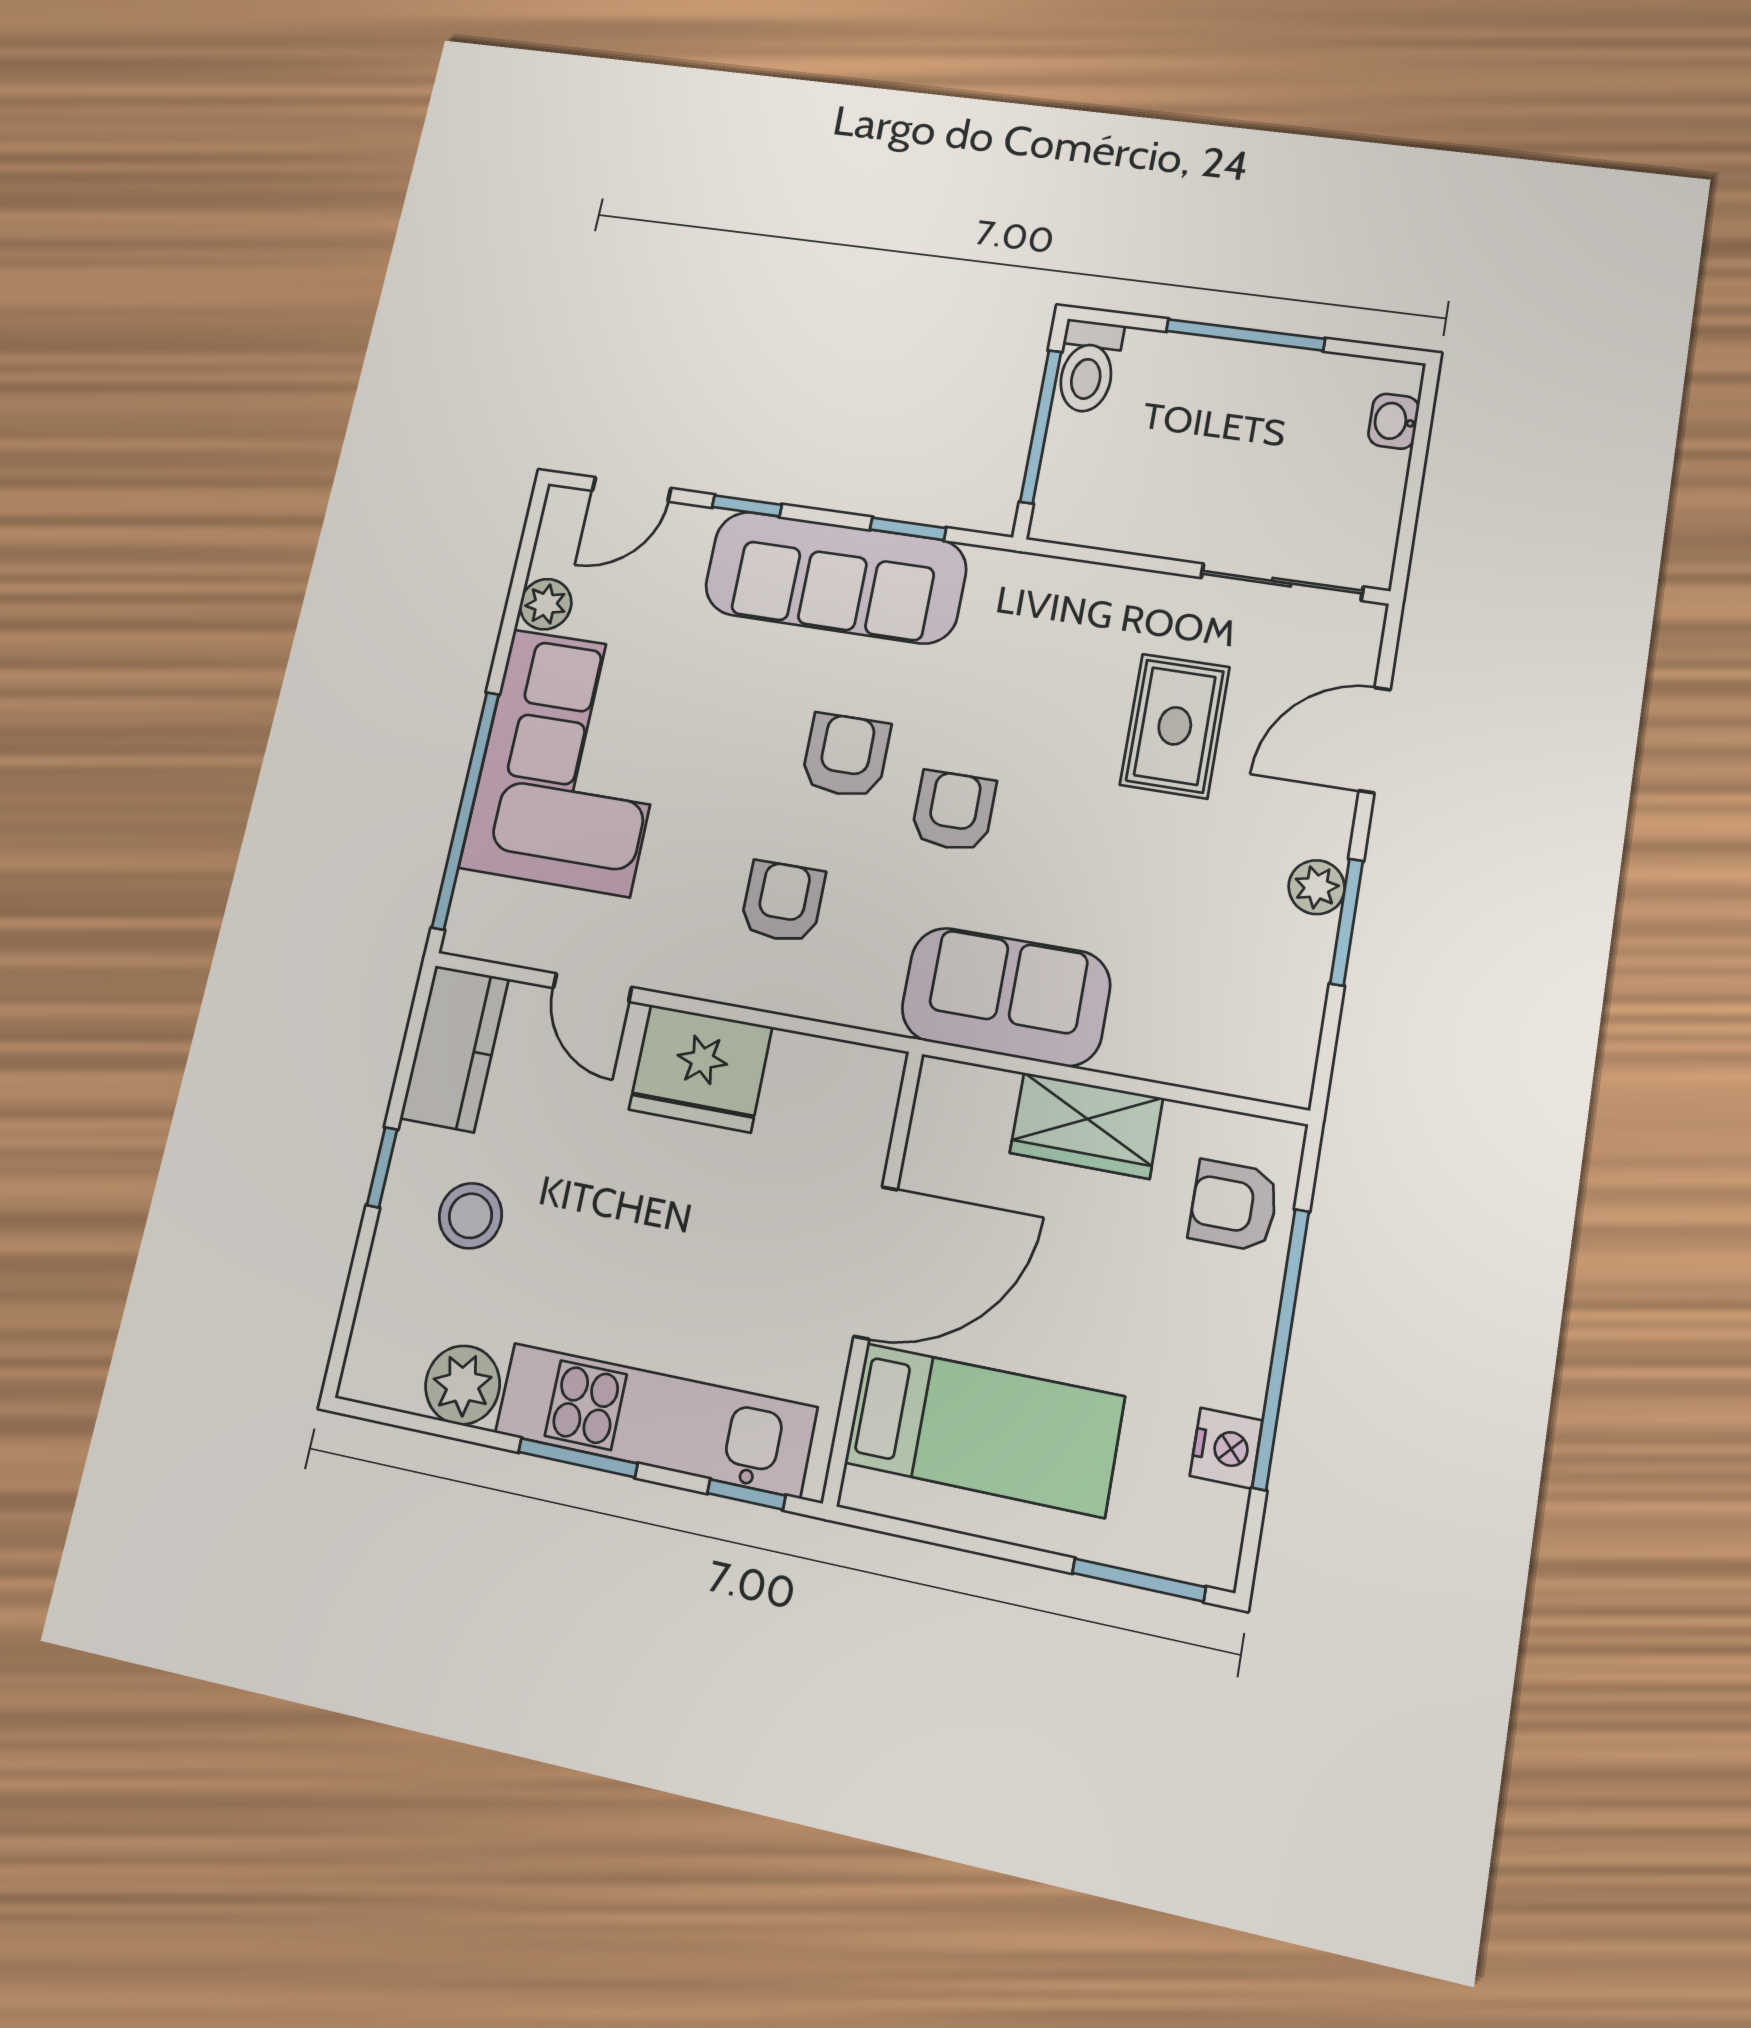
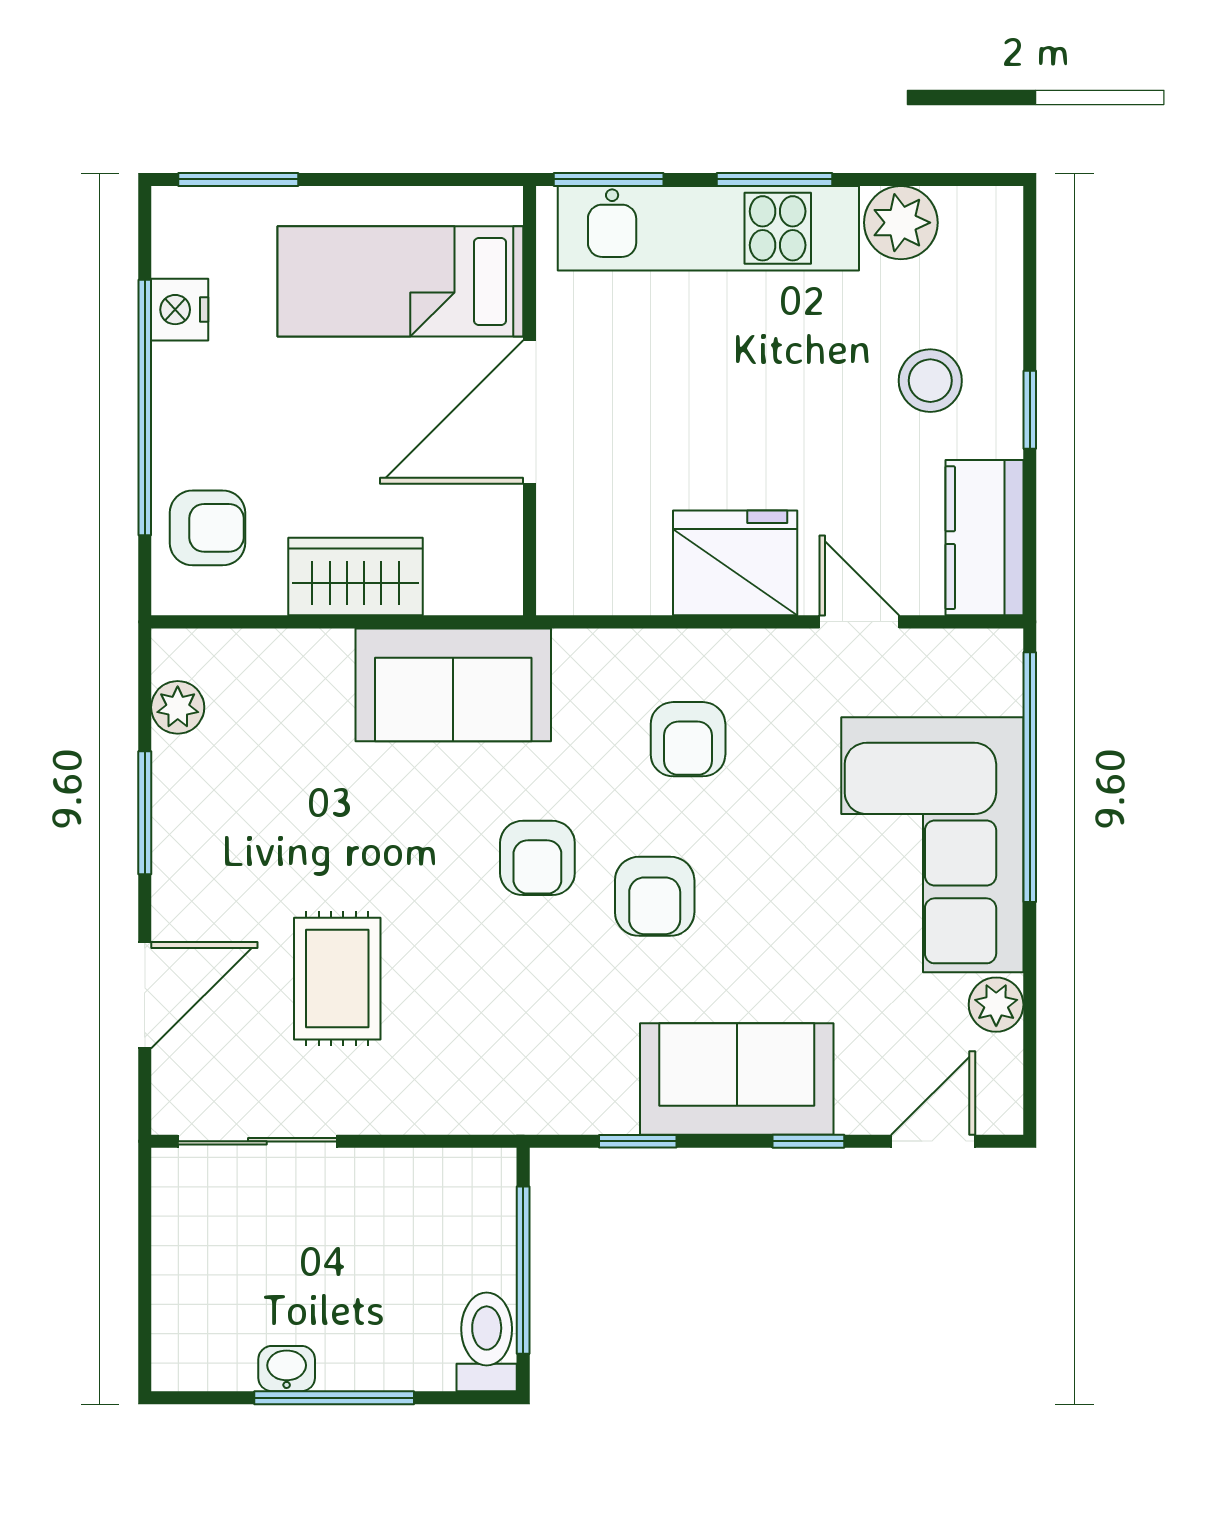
washbasin: (1394, 421) -> (287, 1369), moved, turned -90
sofa: (835, 577) -> (737, 1079), width x0.73
plant: (1317, 887) -> (178, 707), moved
window: (746, 1494) -> (609, 179), width x1.50

